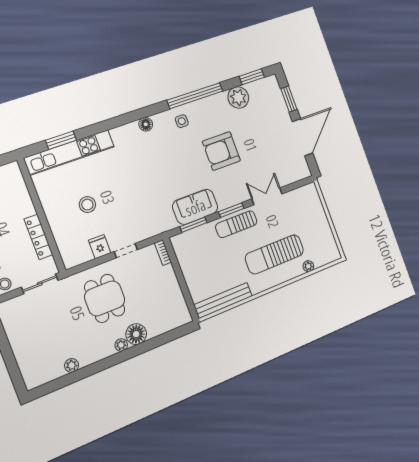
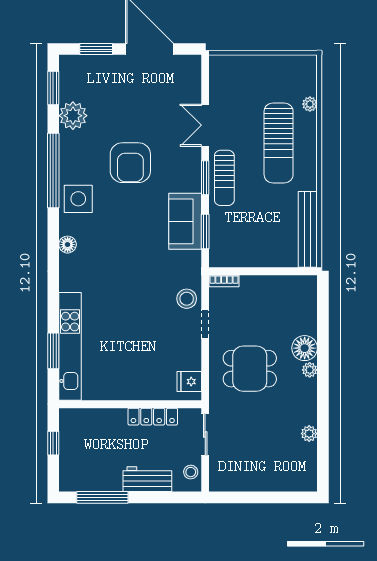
side table: (182, 121) -> (78, 199), width x1.87, depth x1.87
stool: (87, 205) -> (187, 299), moved
fridge: (100, 247) -> (189, 382), moved

